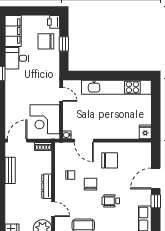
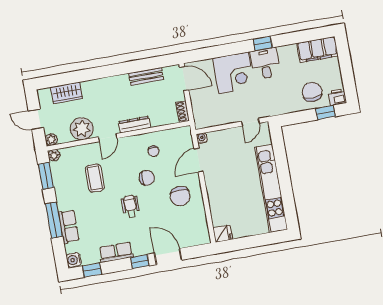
window: (64, 44) -> (325, 112), moved
desk: (17, 58) -> (265, 63), moved
corner desk: (45, 119) -> (234, 73), moved, turned 180

